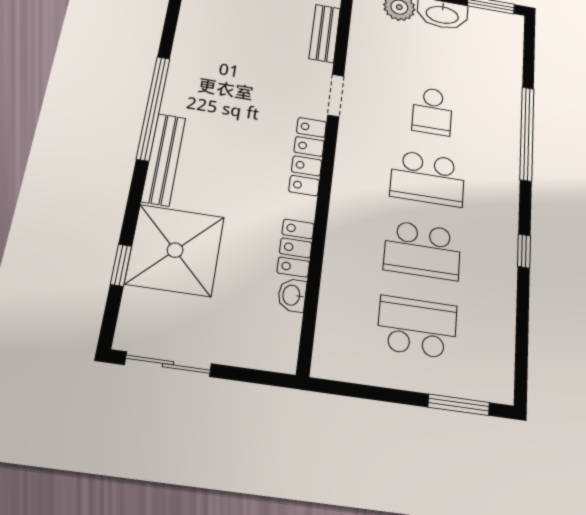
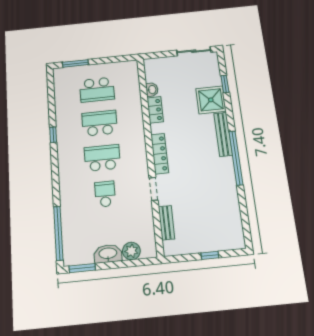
window: (527, 133) -> (58, 233), moved
shower: (175, 250) -> (211, 100), width x0.73, depth x0.73

